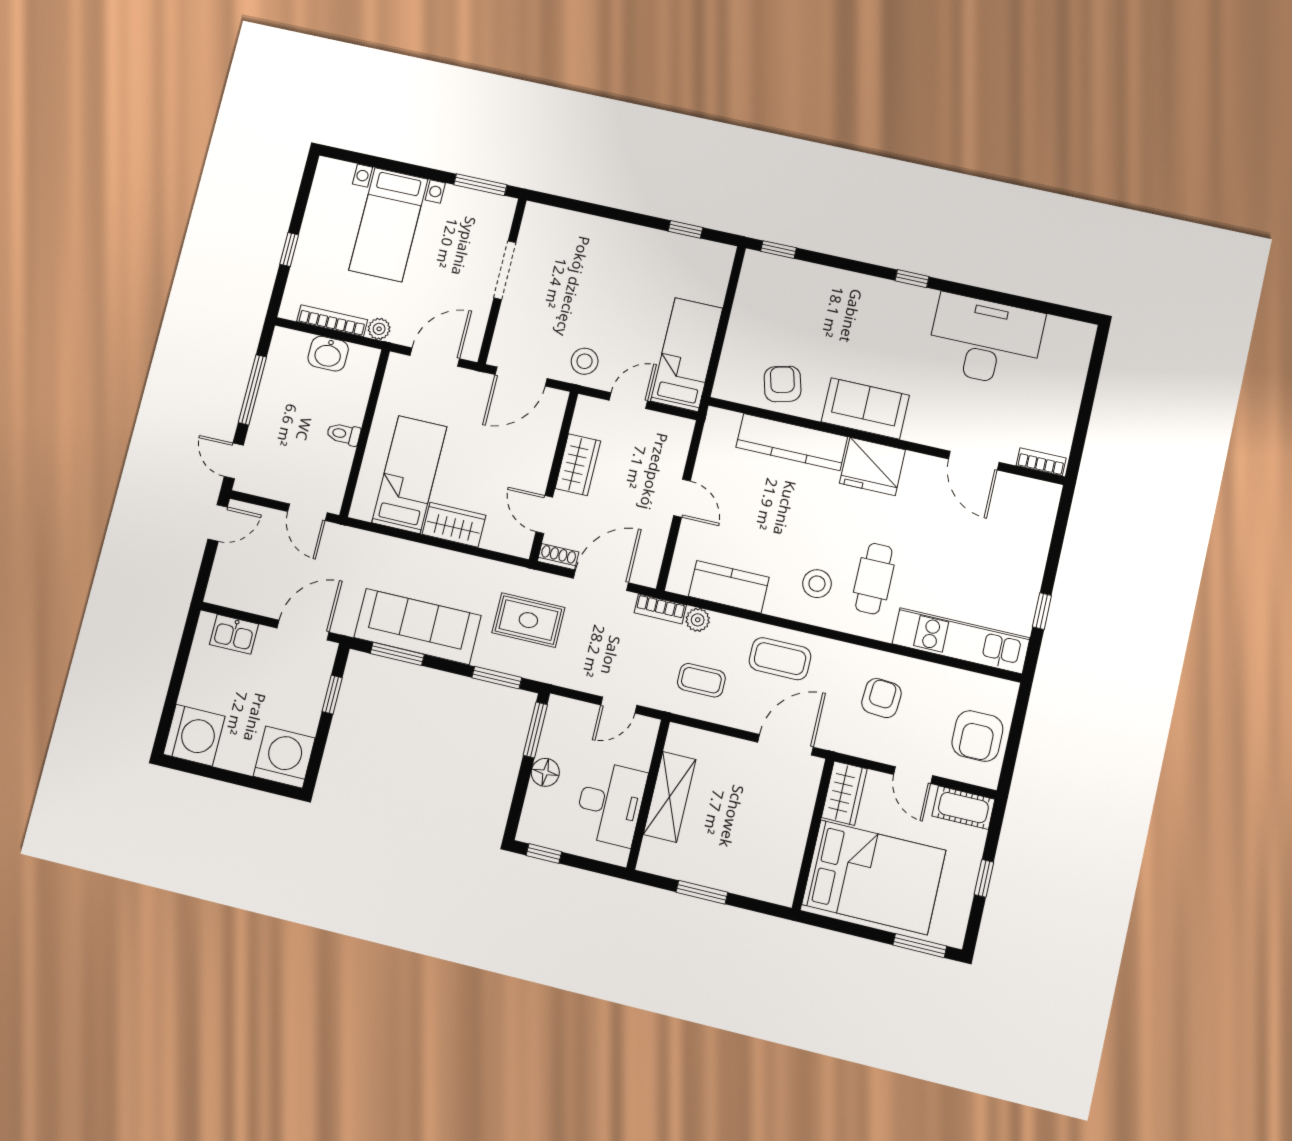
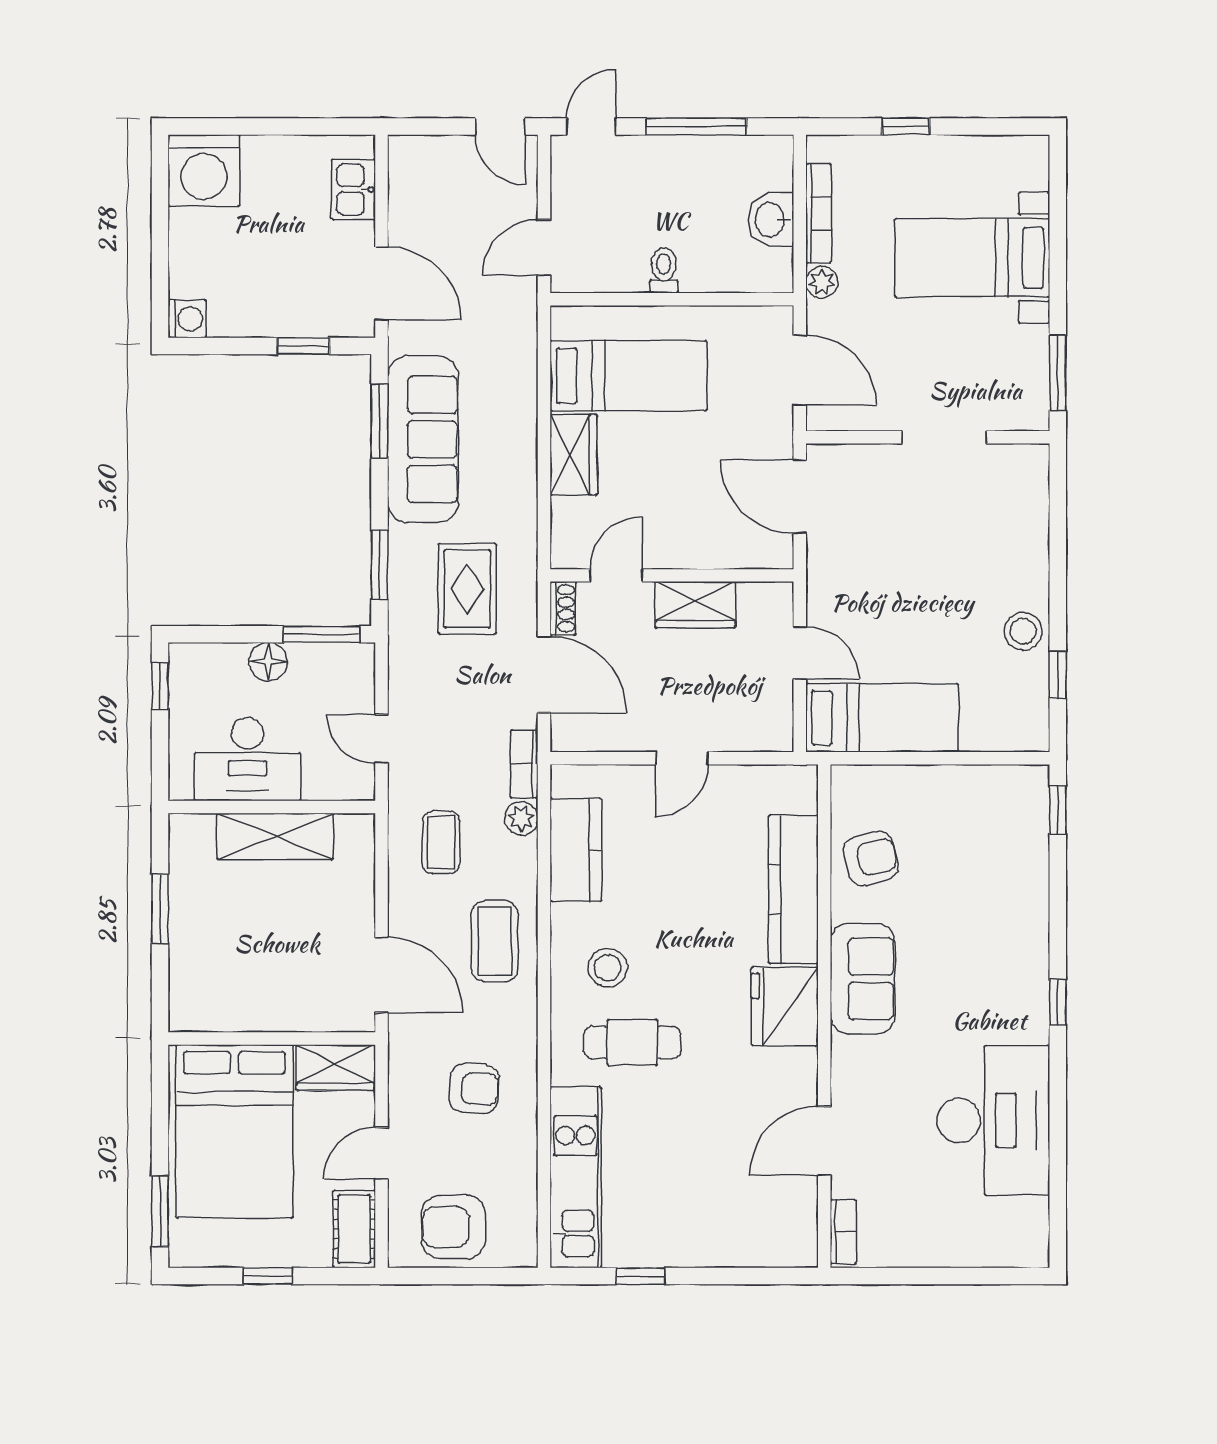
stool: (585, 361) -> (1023, 631), moved
washing machine: (284, 757) -> (187, 319), width x0.53, depth x0.53

